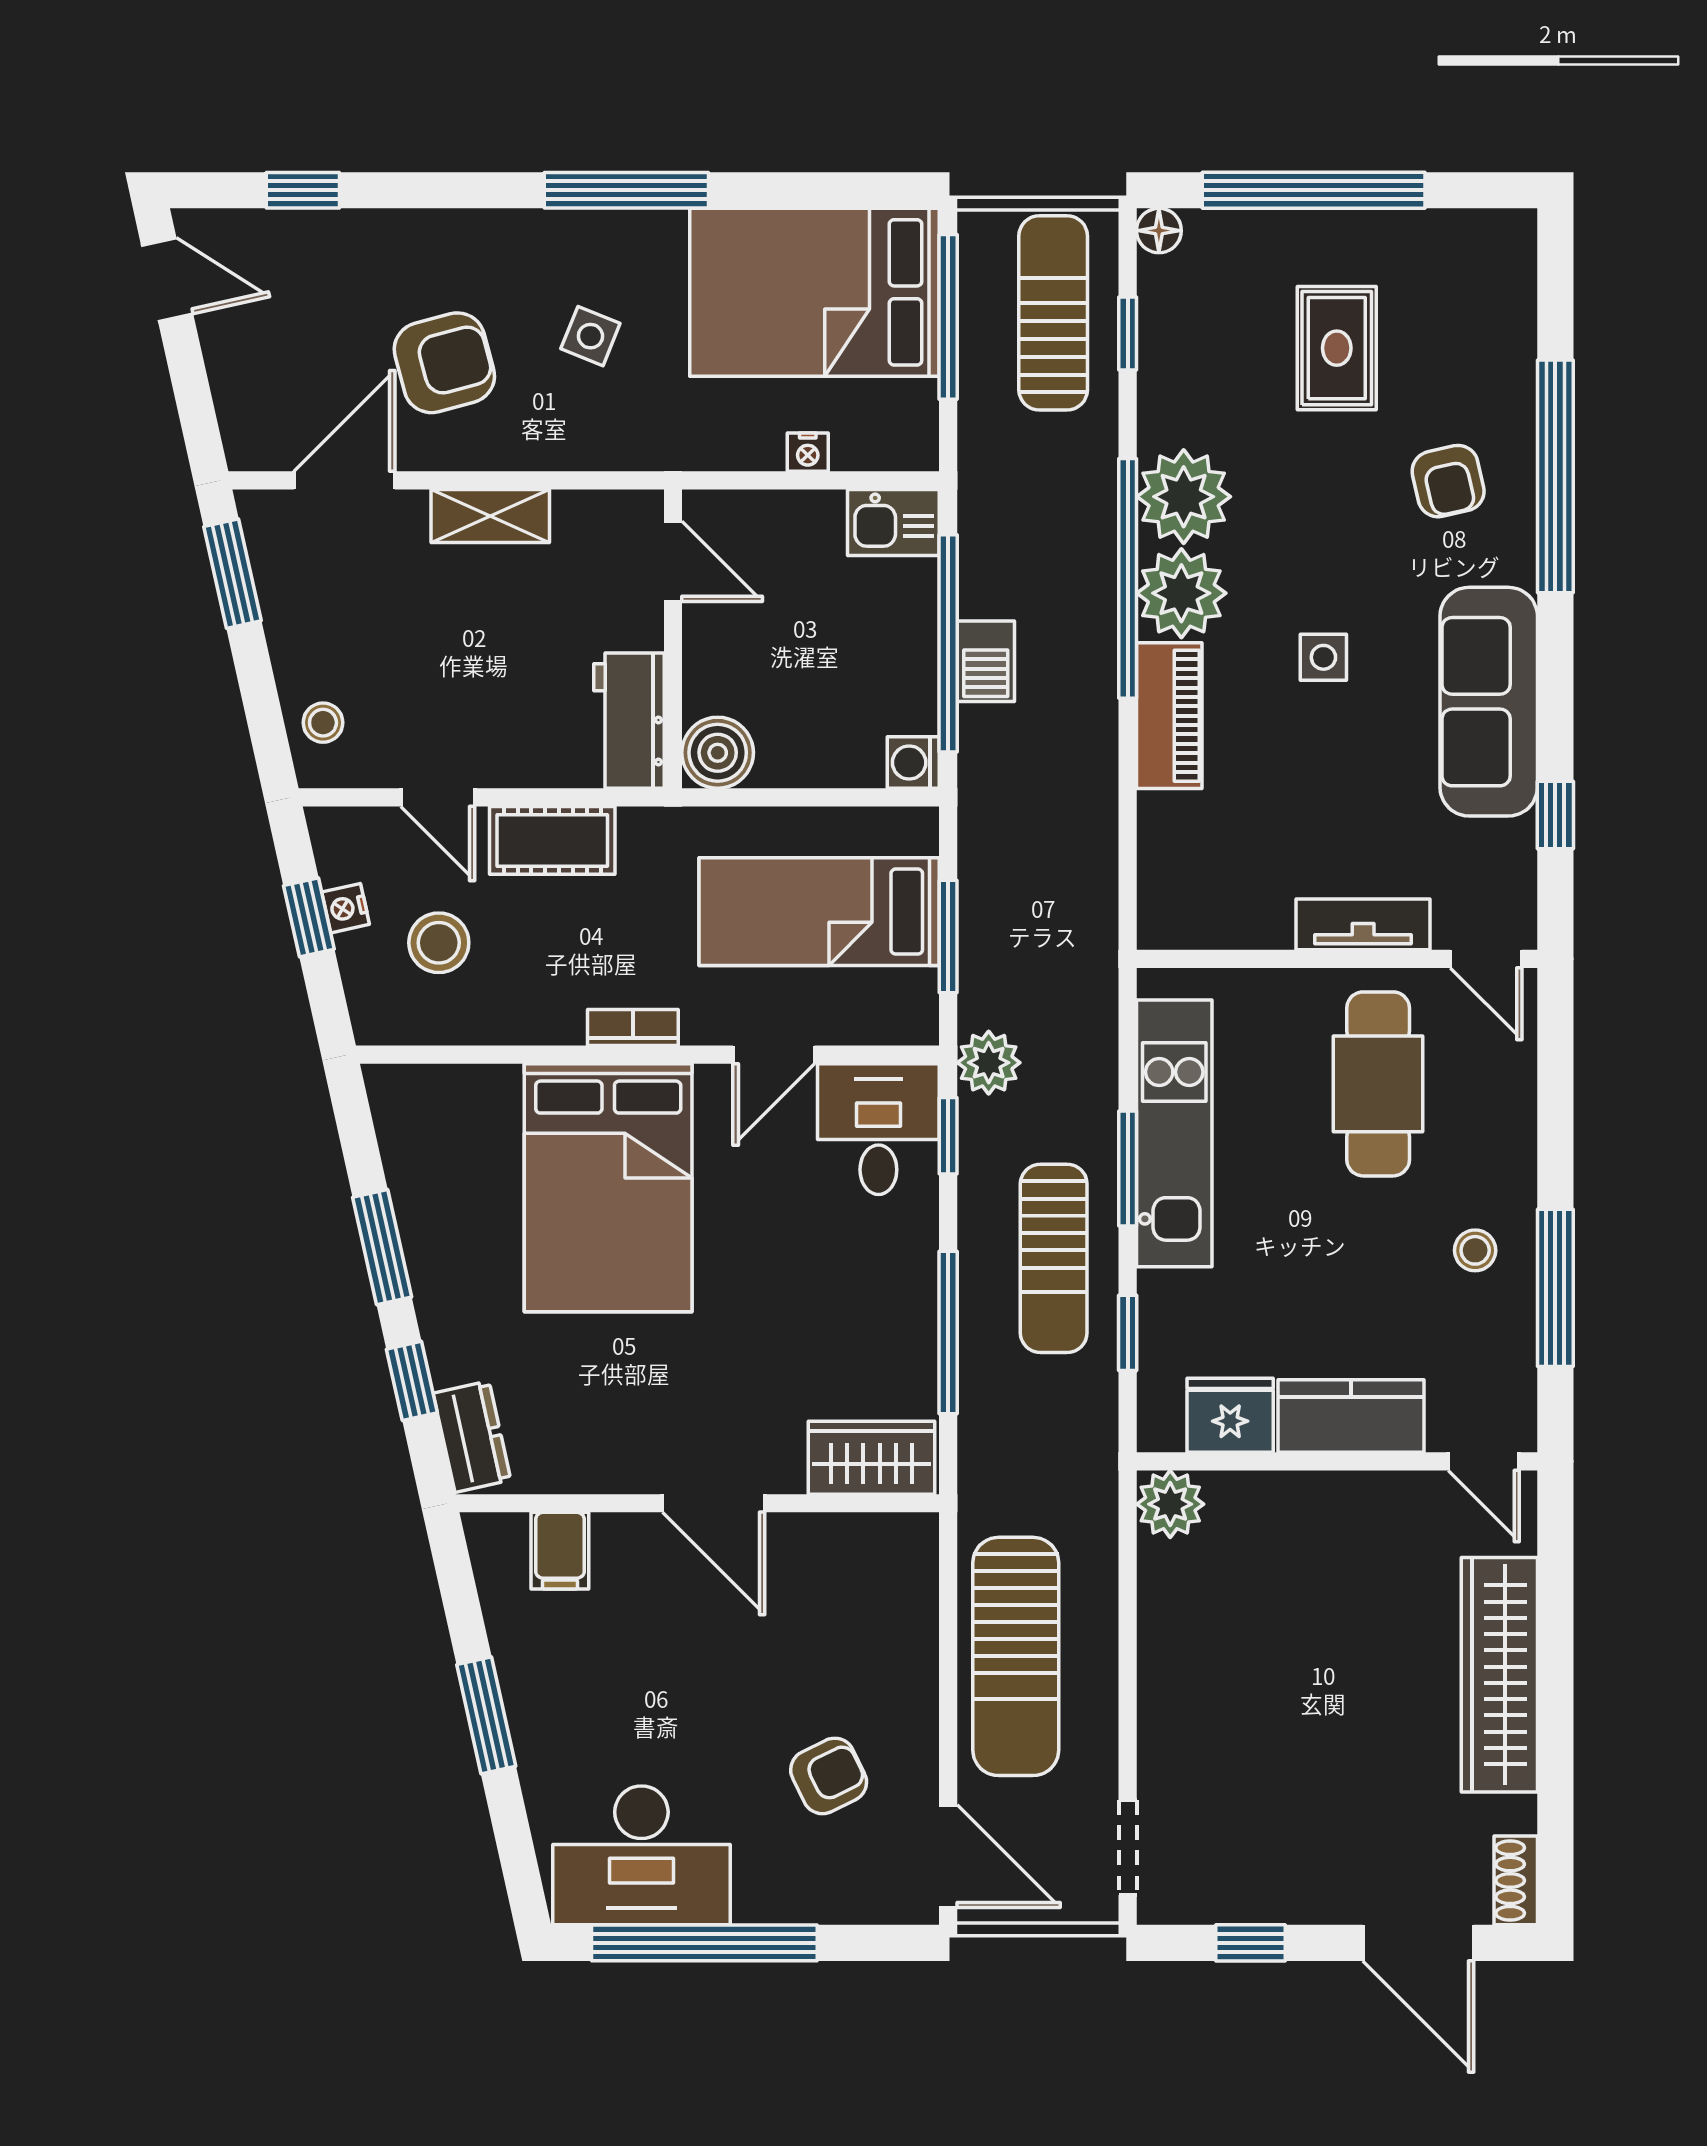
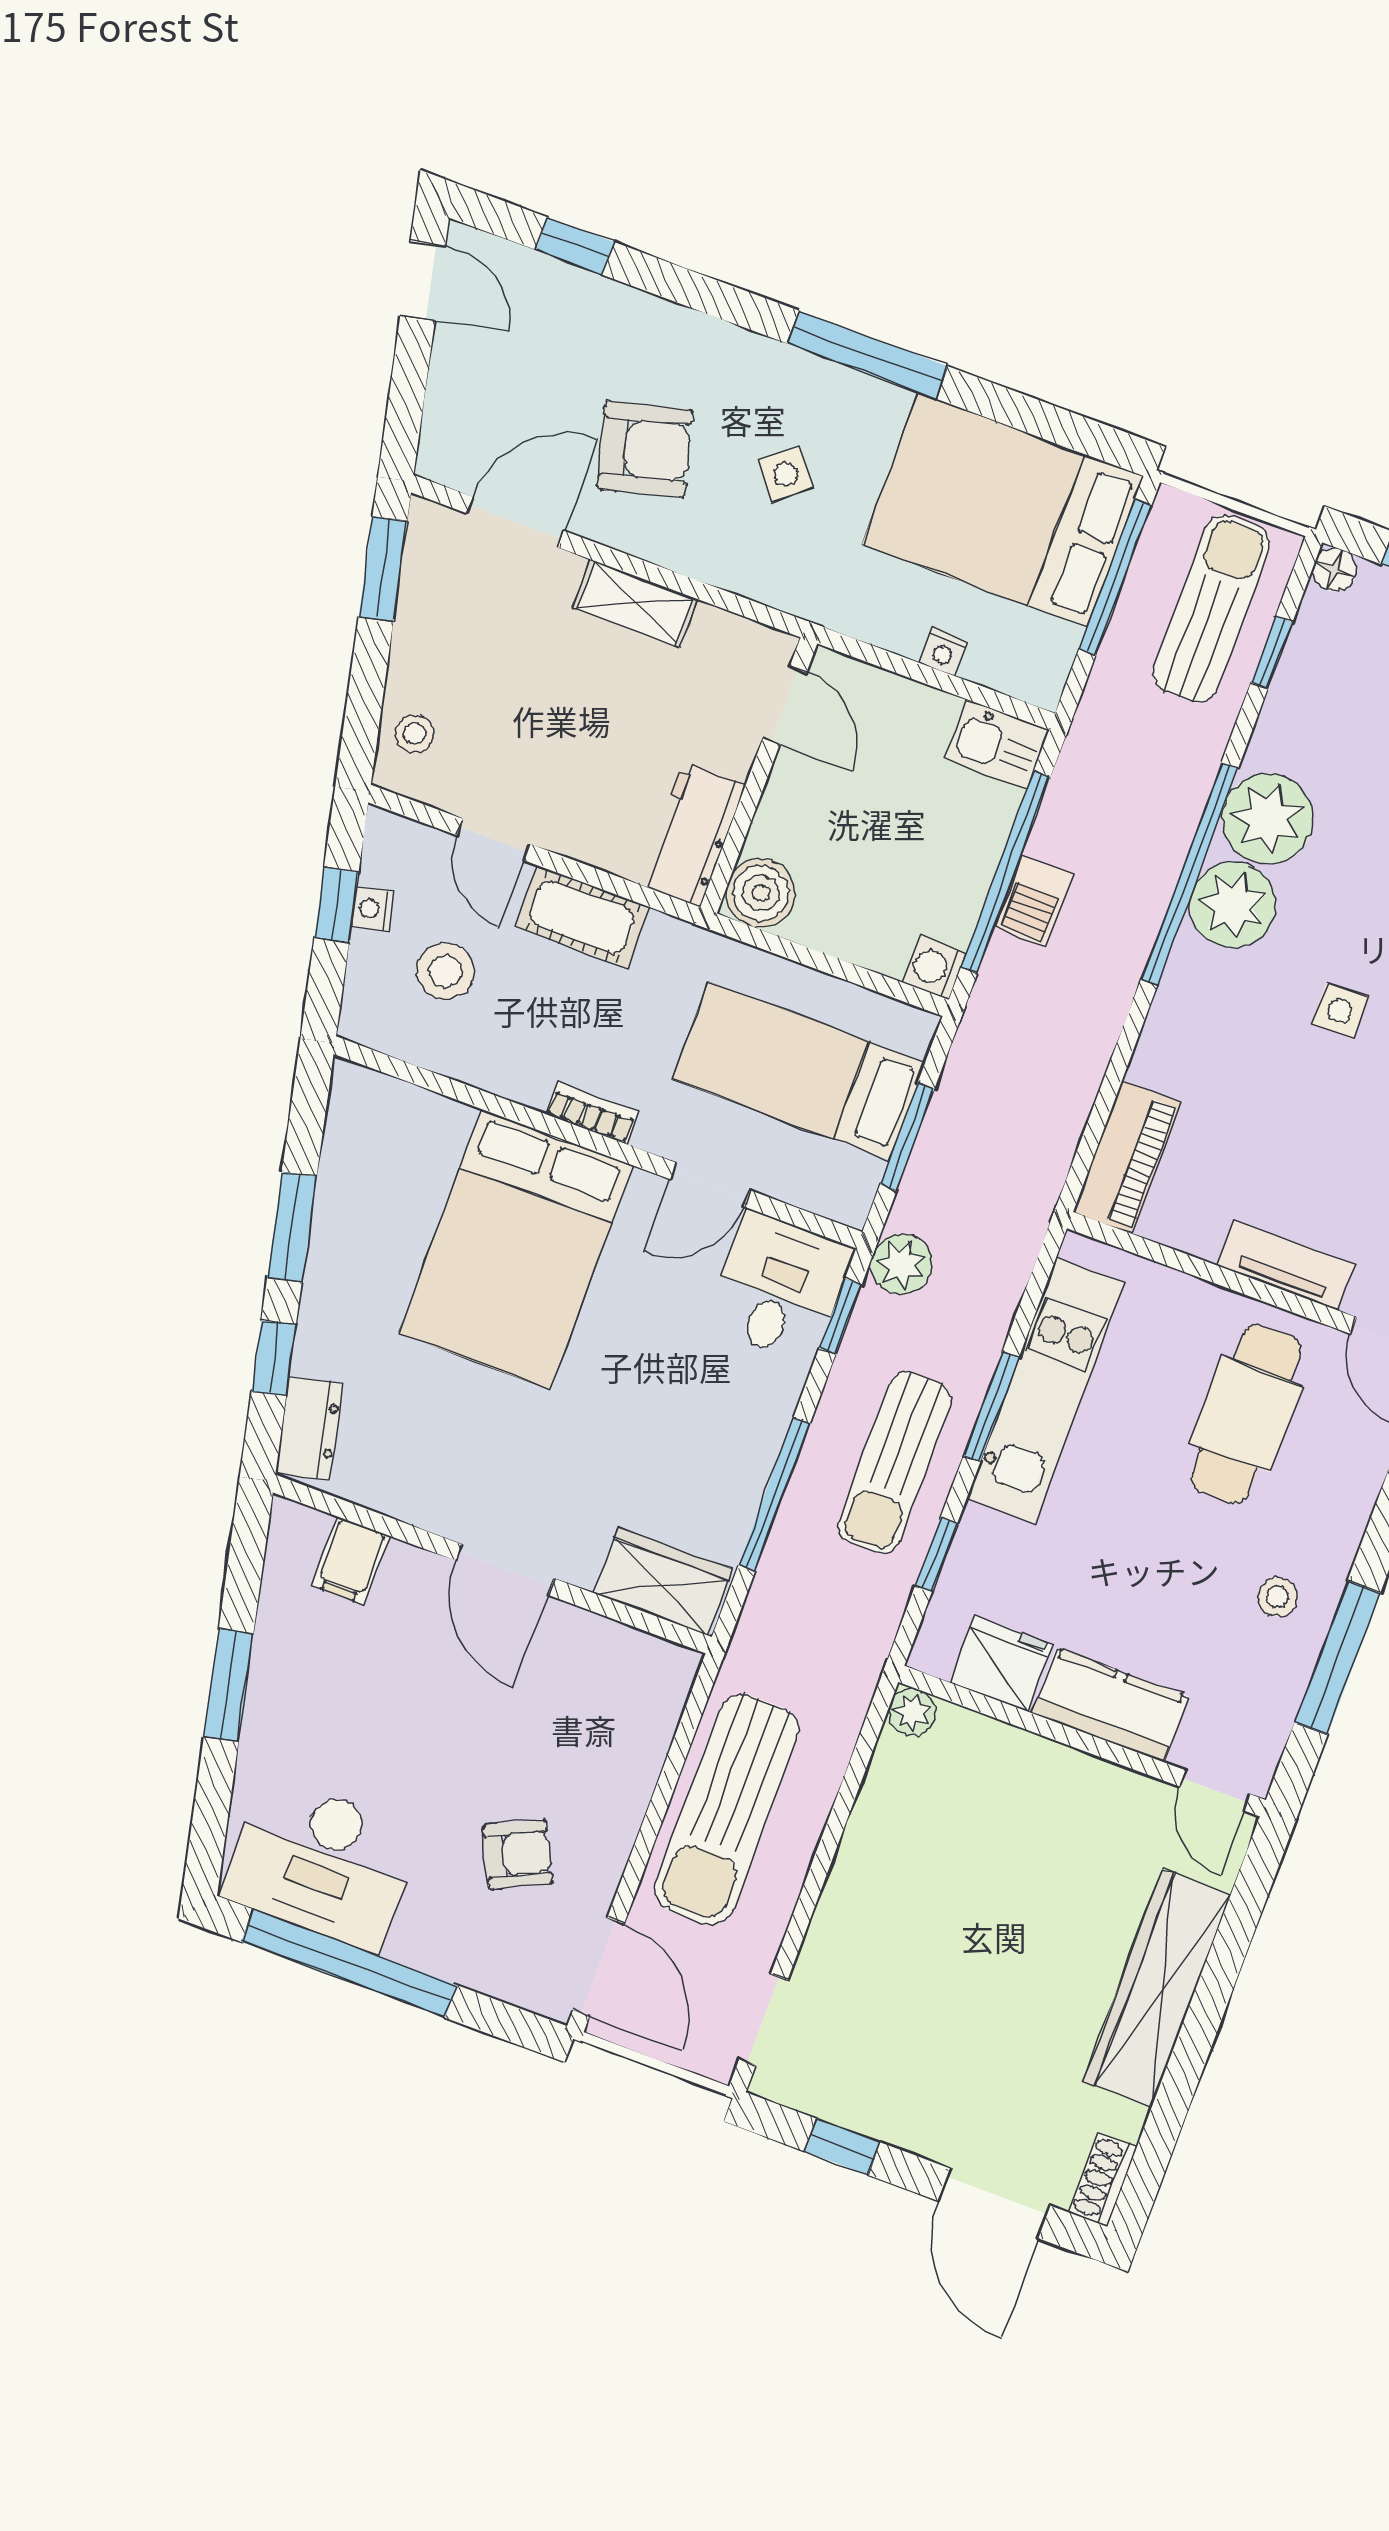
side table: (590, 336) -> (786, 474), turned 30
piano: (1169, 716) -> (1127, 1157), moved
plant: (1170, 1504) -> (912, 1712), width x0.73, depth x0.73

